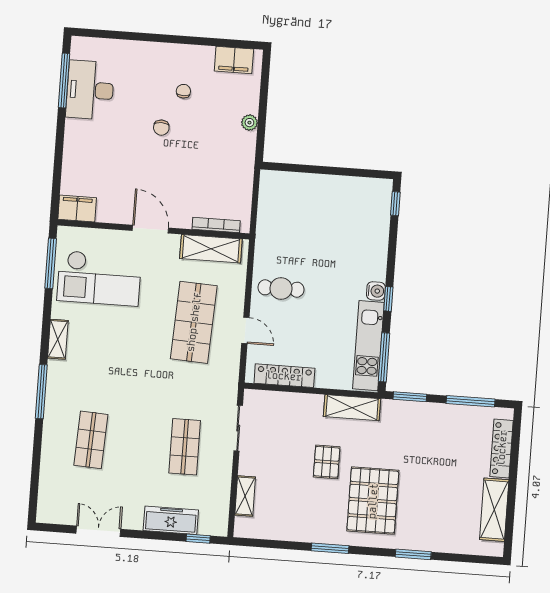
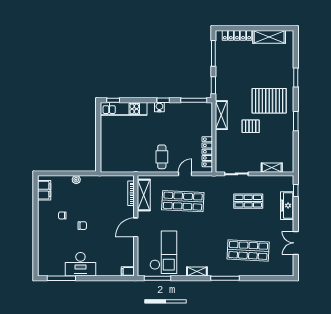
desk: (90, 90) -> (80, 264), moved
filing cabinet: (77, 208) -> (128, 271), width x0.50
kitchen unit: (368, 346) -> (124, 109), moved
shop shelf: (91, 440) -> (248, 250), width x1.43, depth x1.36

